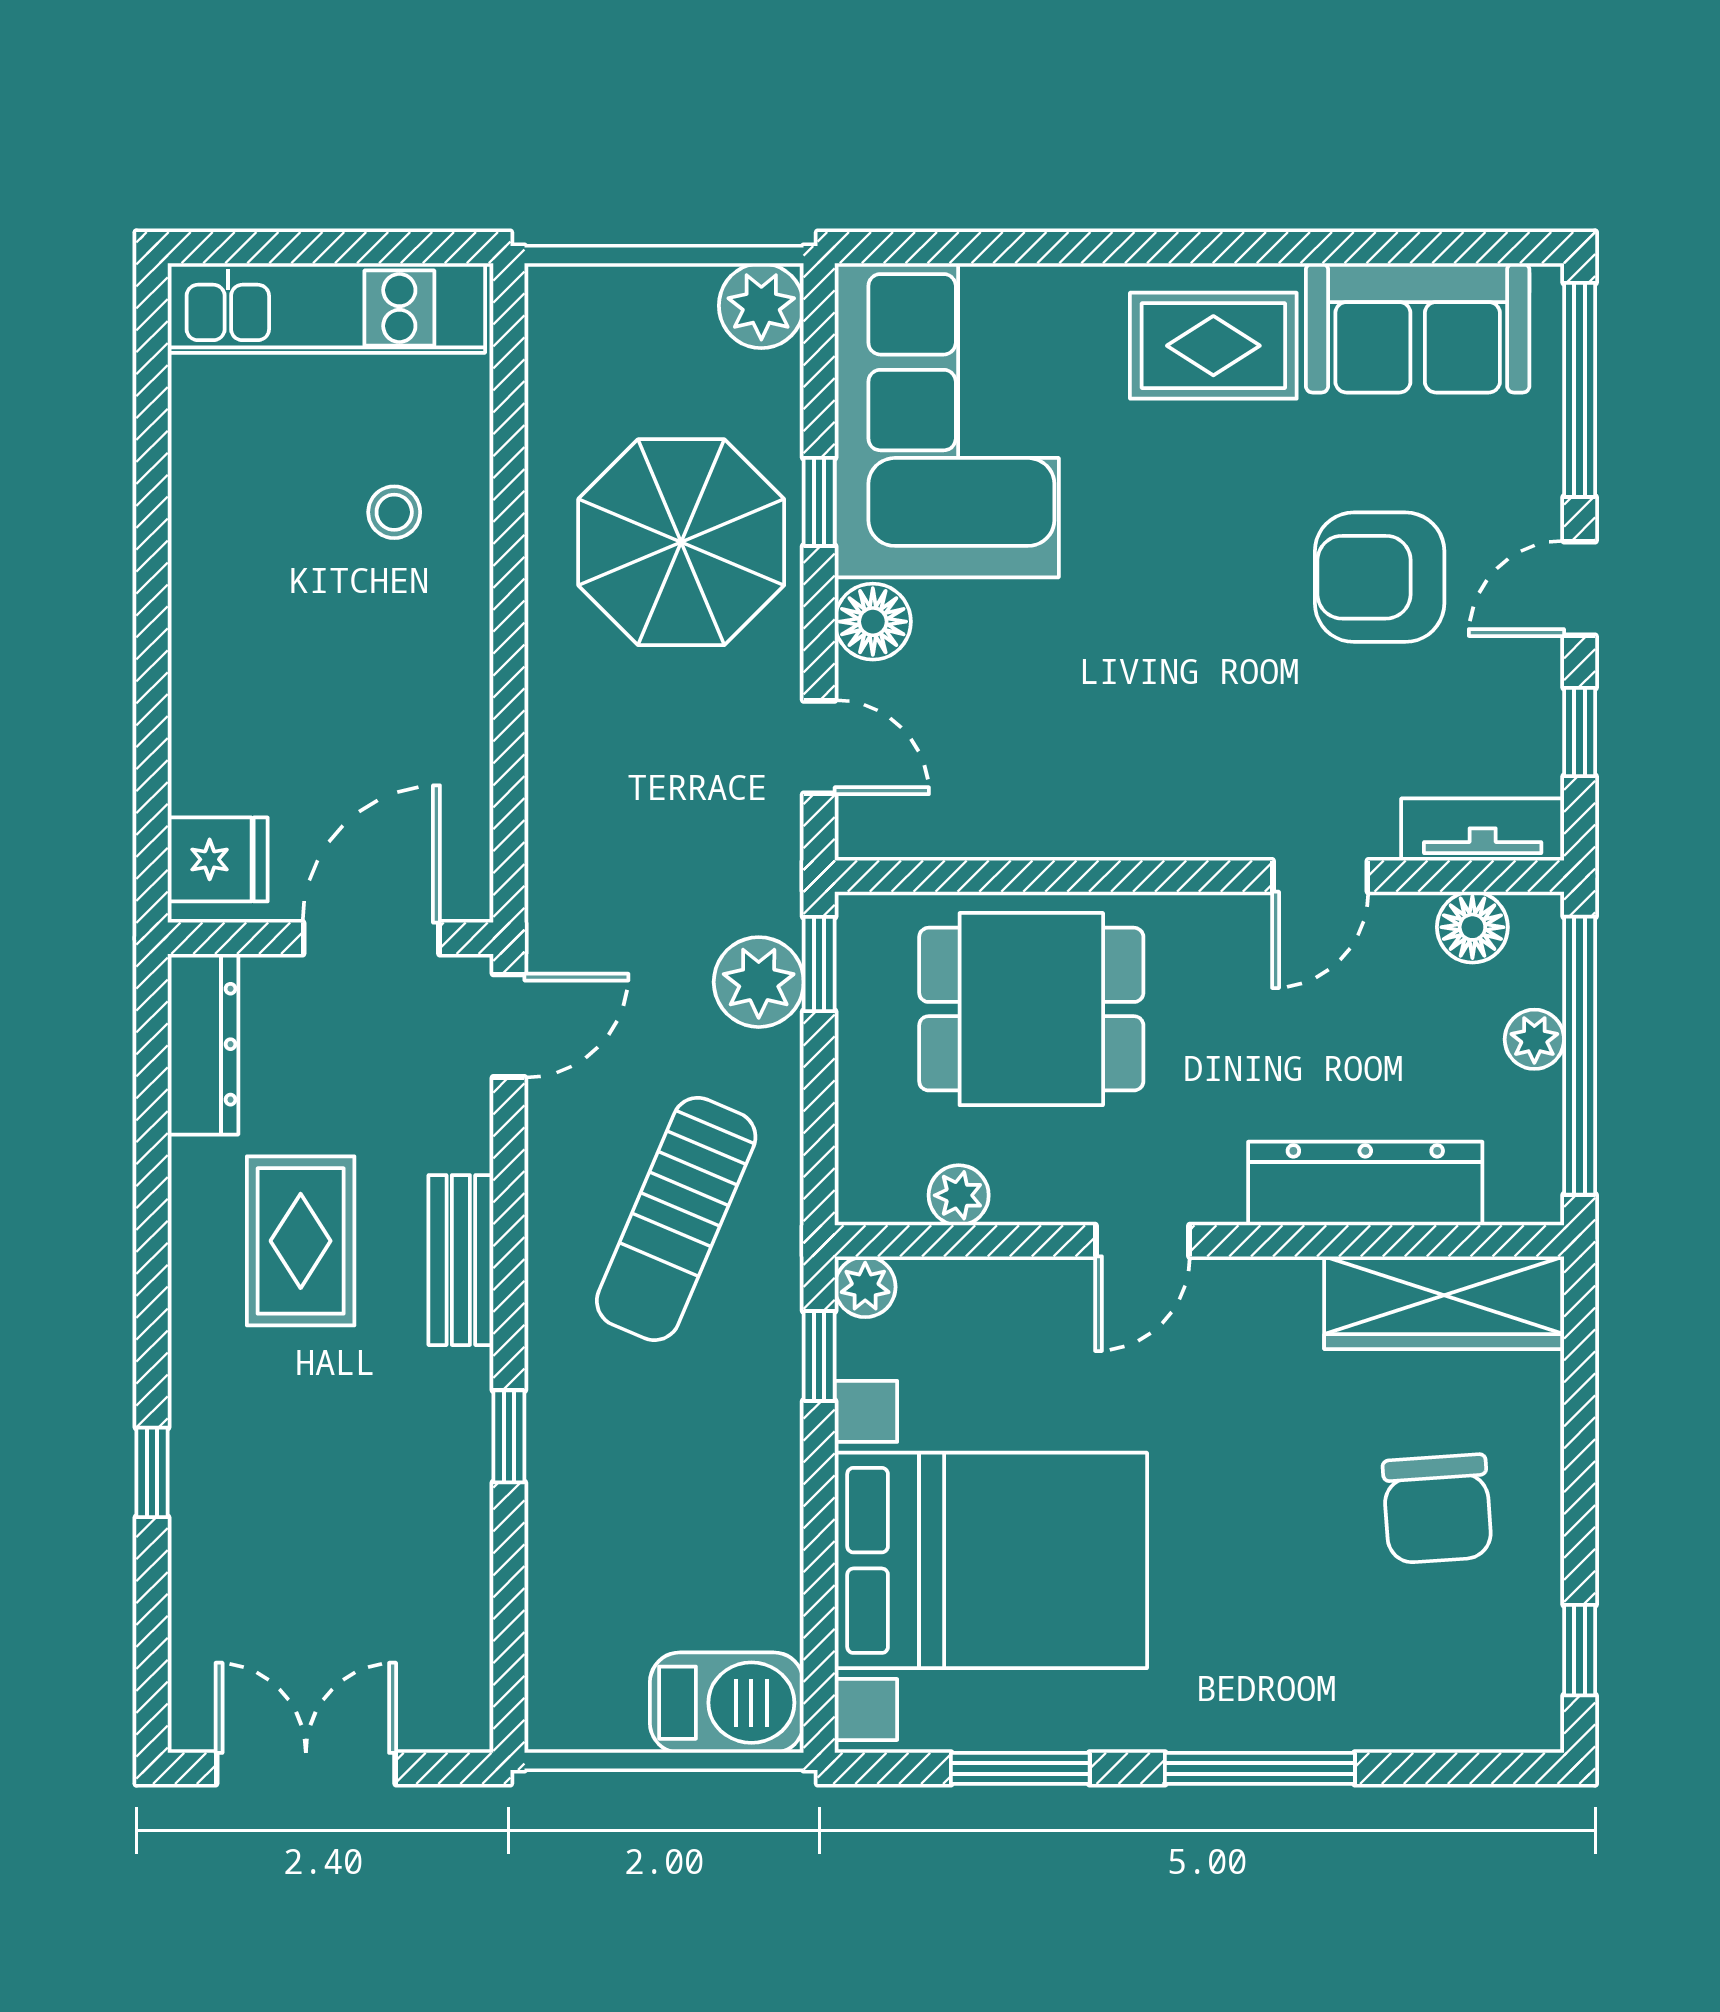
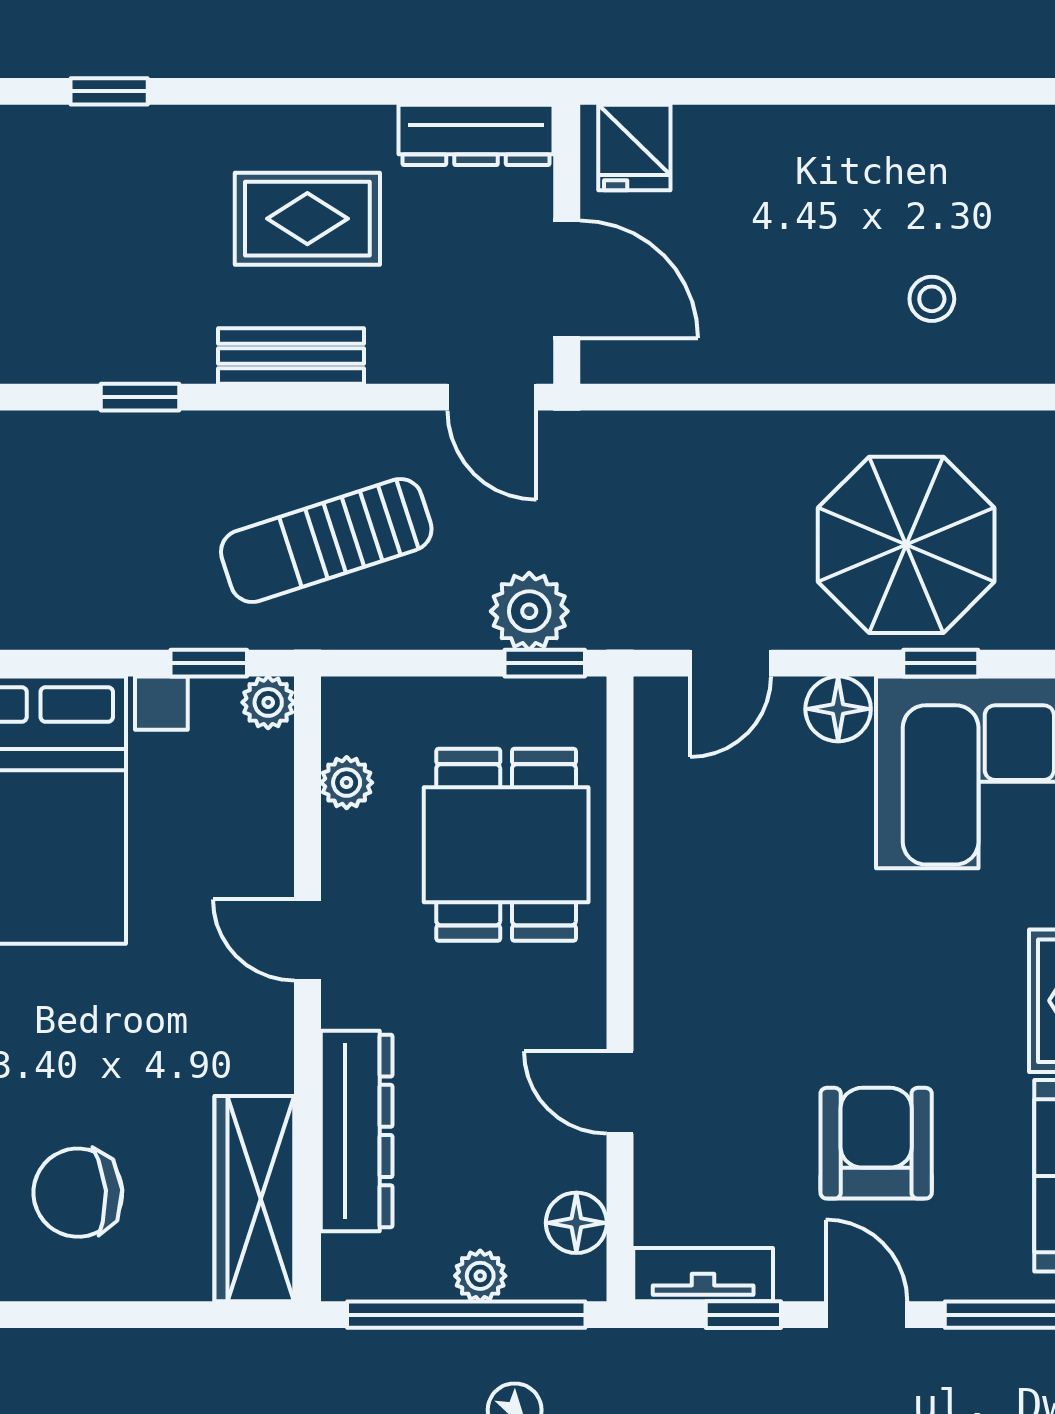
tv unit: (1483, 830) -> (703, 1275), moved, turned -90
sun lounger: (676, 1219) -> (326, 540), turned -41

